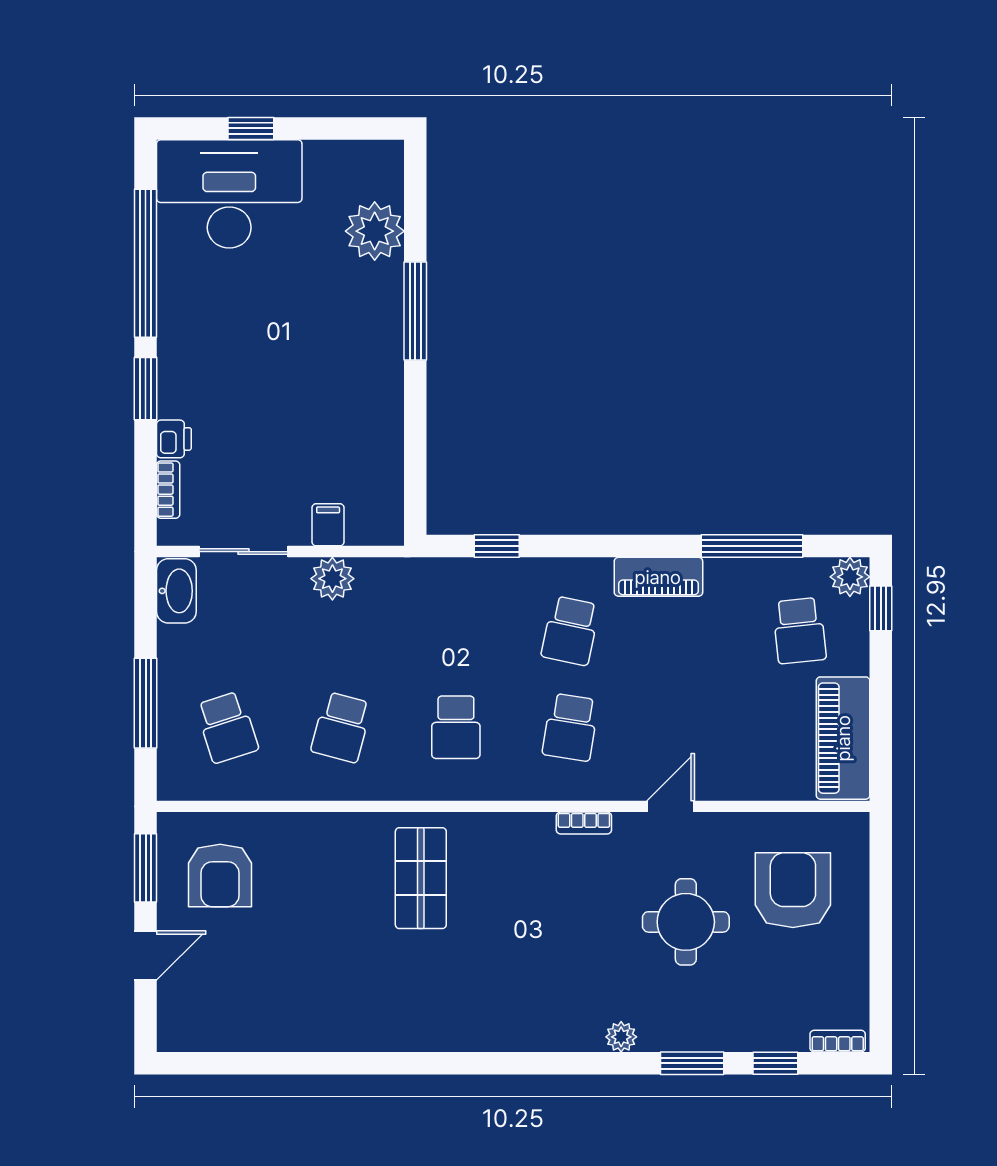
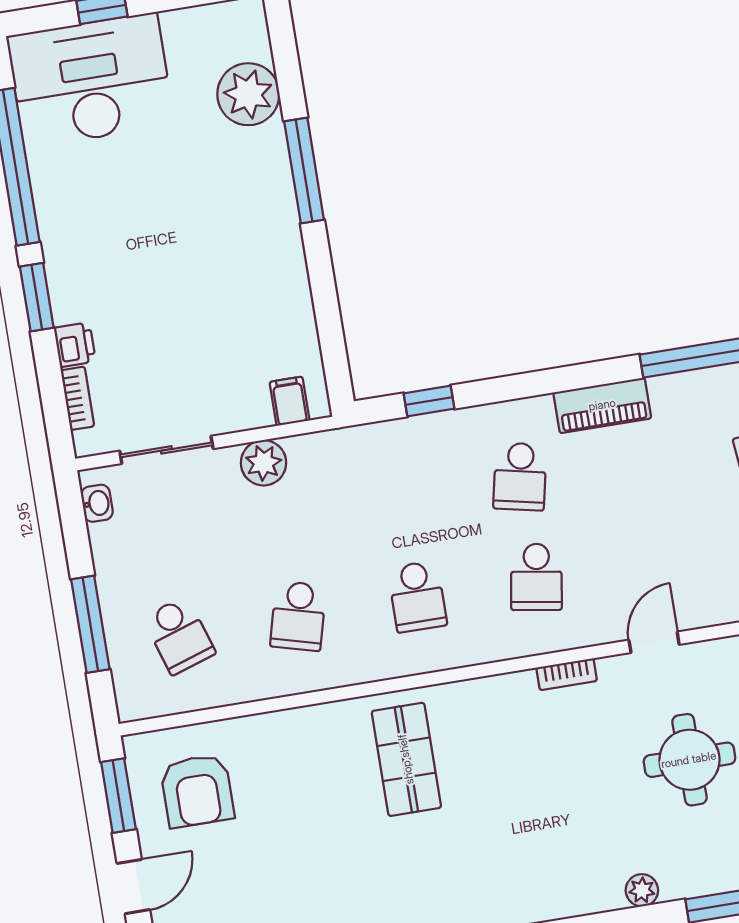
filing cabinet: (328, 525) -> (289, 401), moved
washbasin: (176, 591) -> (97, 503), width x0.52, depth x0.69

